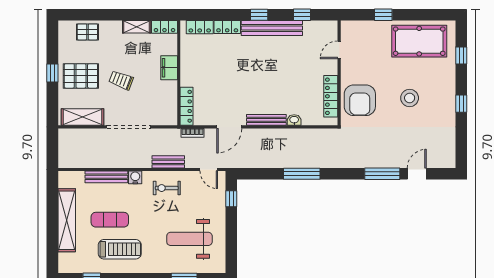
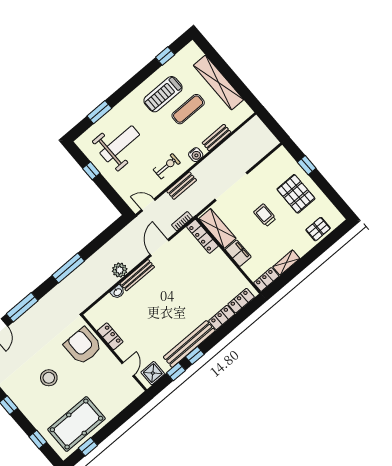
window: (259, 15) -> (195, 355), moved
window: (383, 15) -> (88, 447), moved
shower: (322, 30) -> (153, 373), added
window: (52, 73) -> (307, 165), moved
pallet: (81, 76) -> (296, 194), turned 90
trolley: (121, 80) -> (265, 215), turned -111
locker: (331, 96) -> (110, 336), width x0.66
shelving: (83, 117) -> (217, 228), moved, turned 90
plant: (277, 136) -> (120, 270), added
window: (302, 174) -> (68, 268), moved
bench: (106, 177) -> (217, 138), width x0.73
window: (231, 199) -> (91, 171), moved

